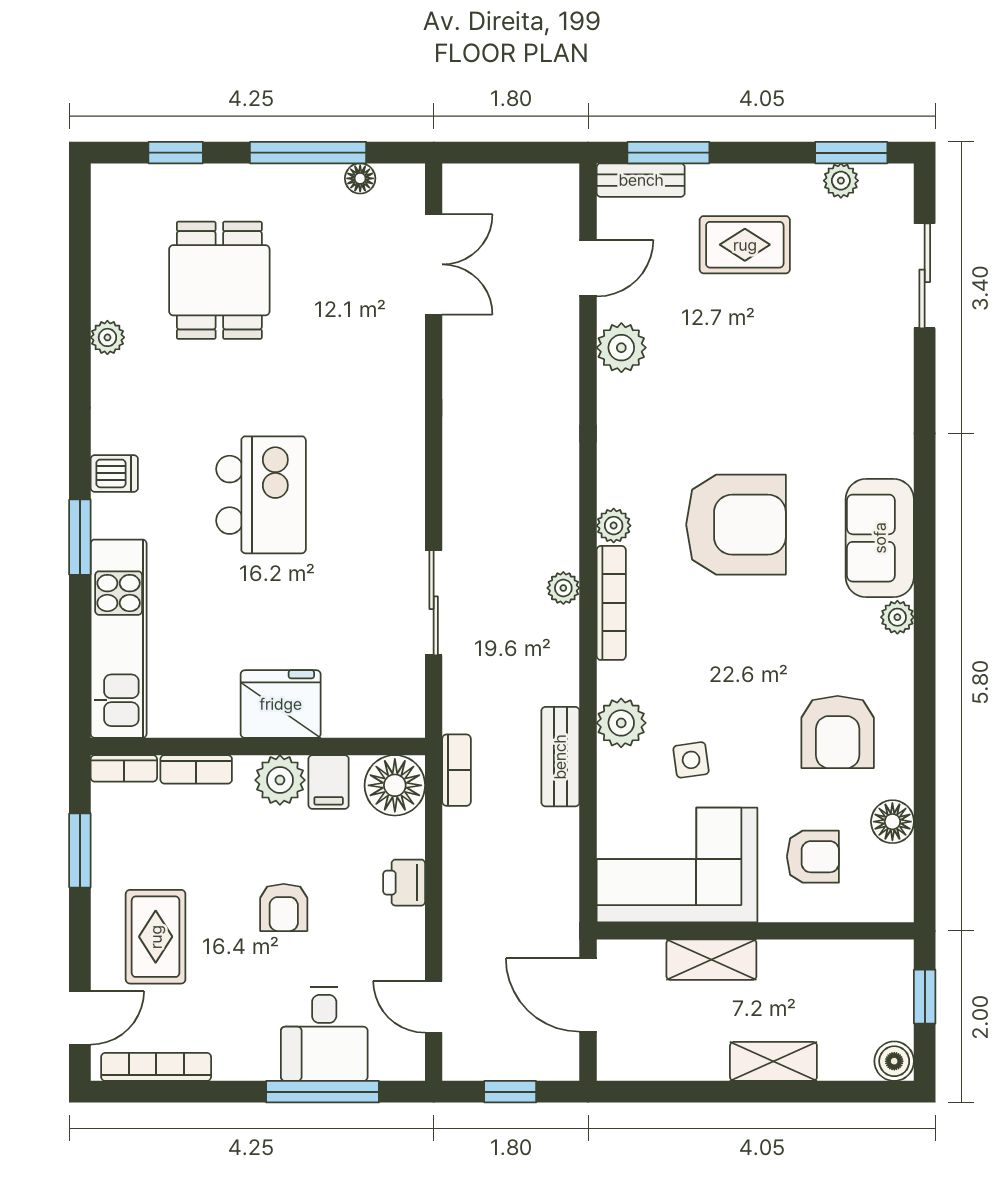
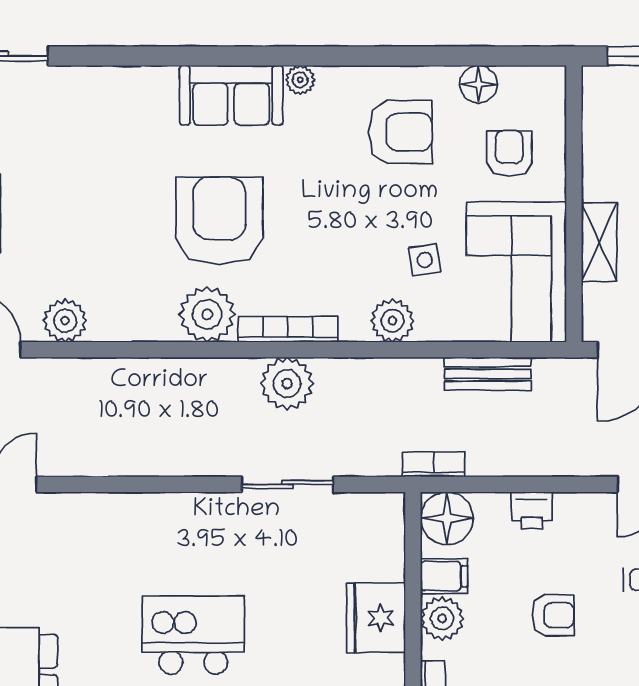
plant: (614, 526) -> (207, 314), width x1.87, depth x1.87
plant: (563, 588) -> (287, 384), width x1.88, depth x1.88
bench: (560, 757) -> (488, 374), moved

